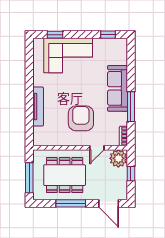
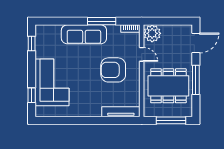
tv unit: (38, 107) -> (121, 112), moved
window: (131, 174) -> (167, 21), removed
dining table: (65, 175) -> (168, 86), turned 90

